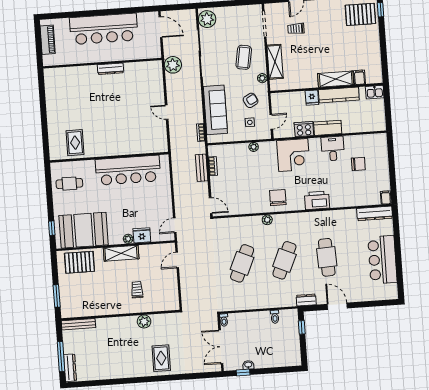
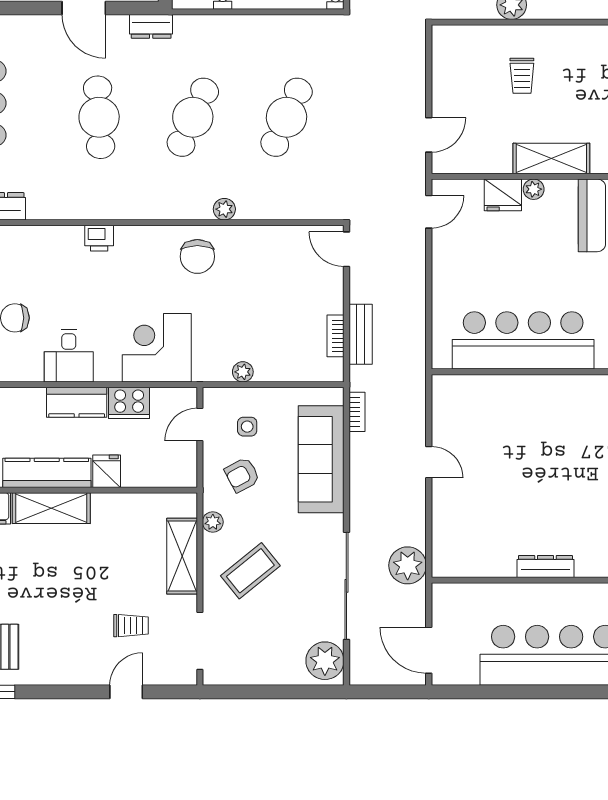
coffee table: (244, 57) -> (250, 571), turned 41
printer: (317, 200) -> (99, 238), width x0.53, depth x0.68

